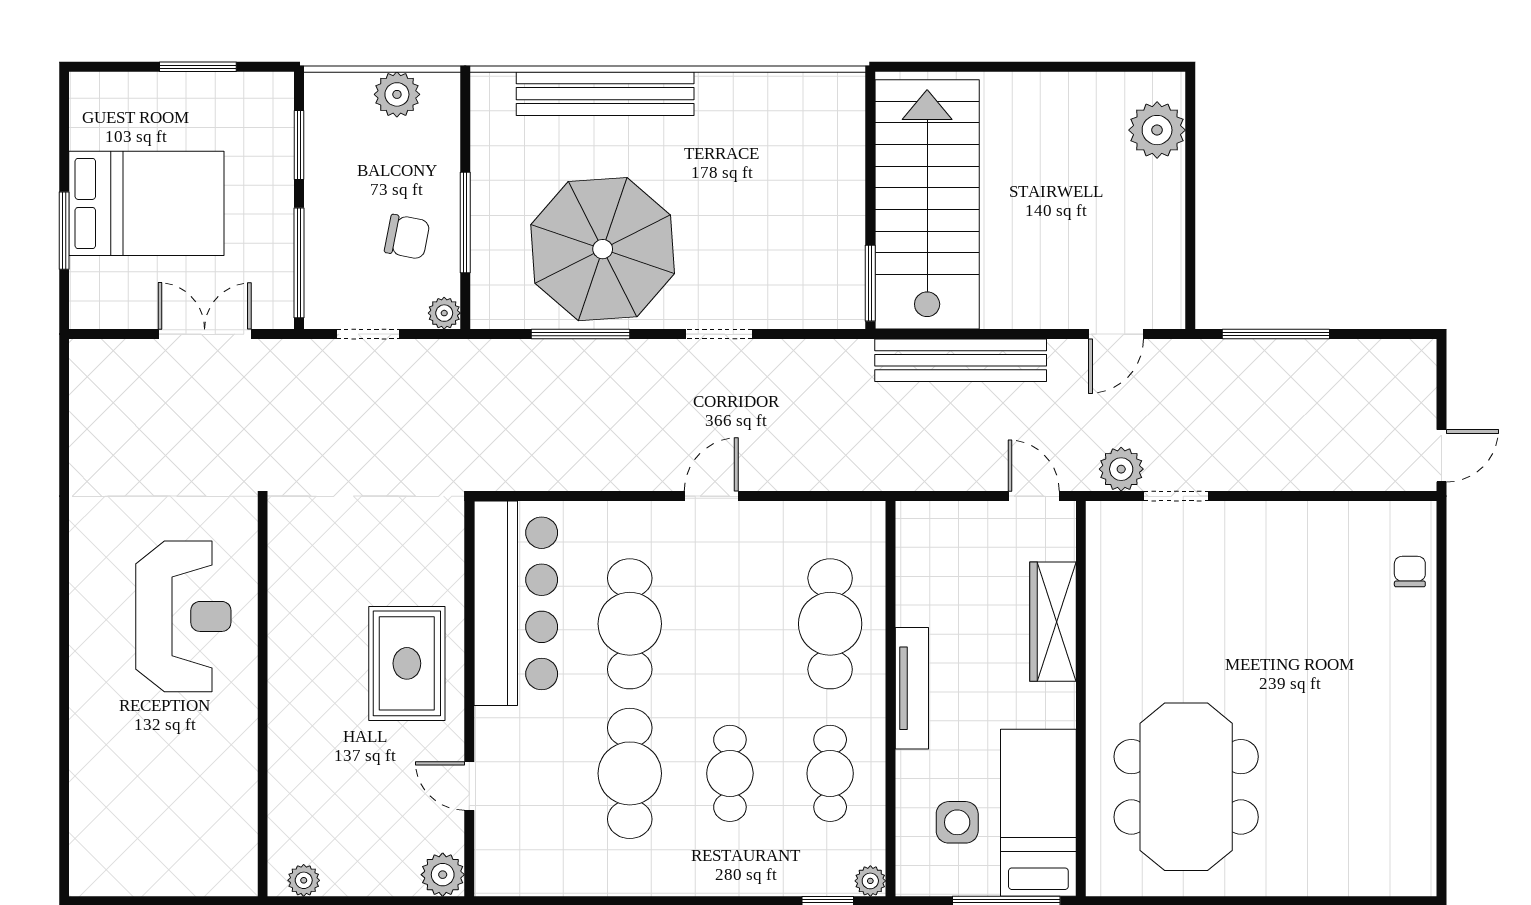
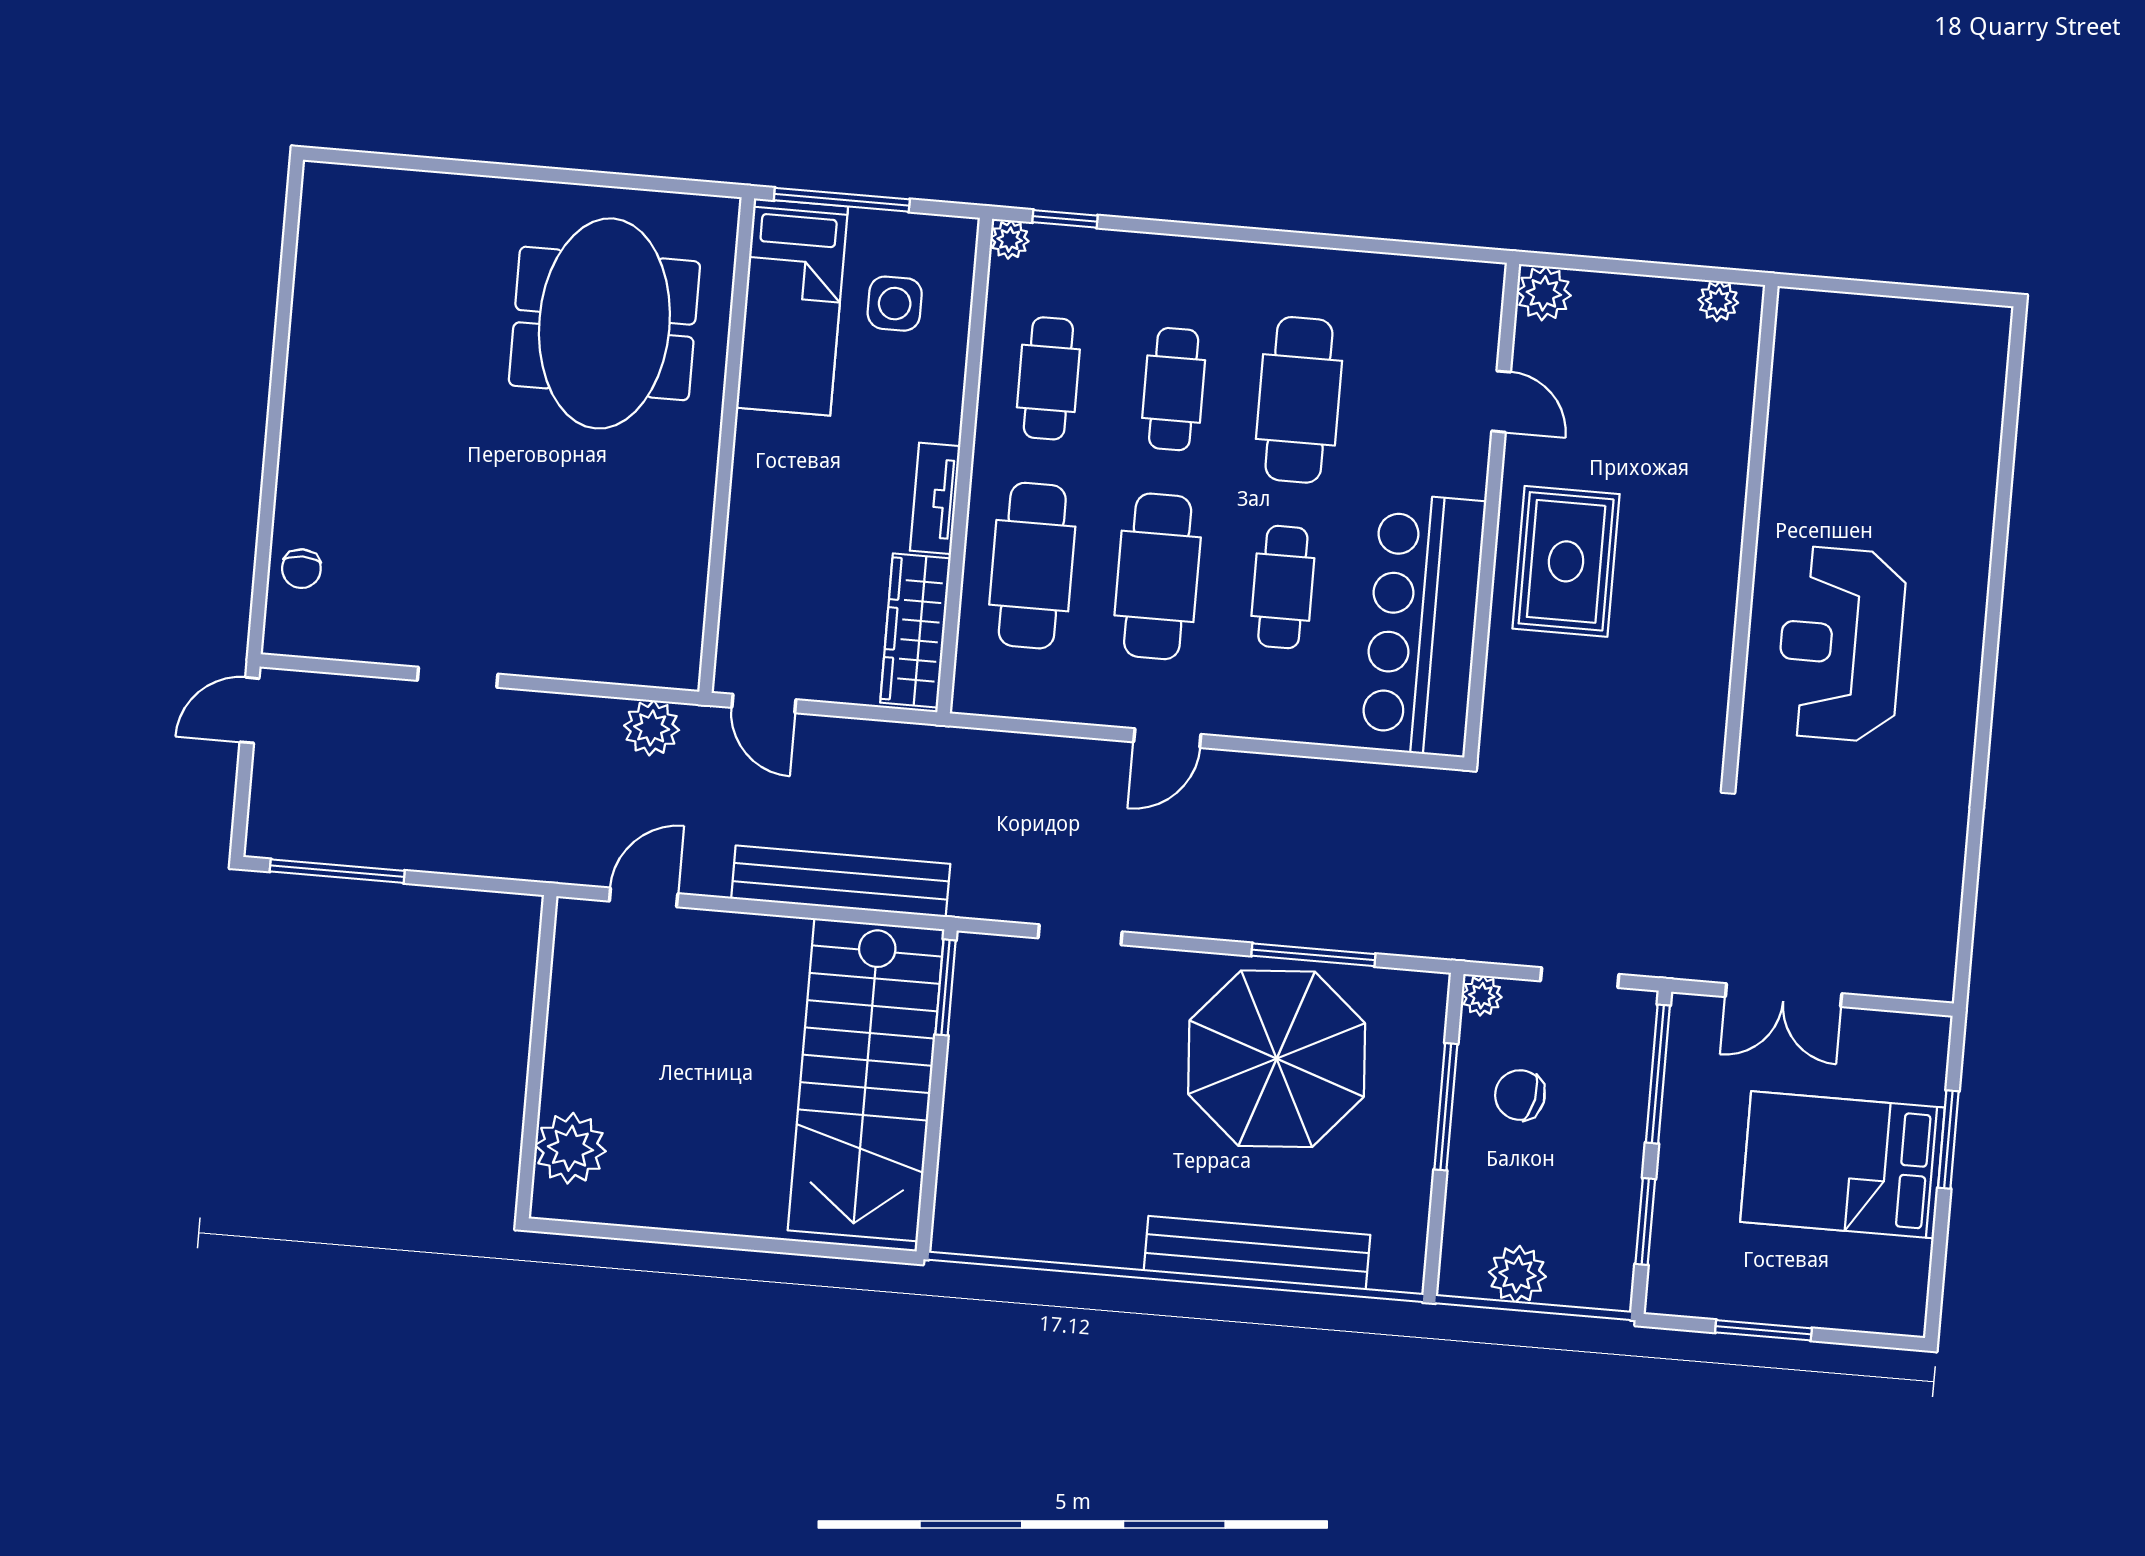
doorway: (719, 334) -> (1080, 935), moved
window: (1276, 334) -> (337, 871), moved
doorway: (1176, 496) -> (458, 677), moved
wardrobe: (1053, 622) -> (915, 630), moved, turned 180
cafe table: (630, 624) -> (1283, 587), width x0.73, depth x0.74
cafe table: (730, 624) -> (1158, 576), added
tv unit: (912, 688) -> (935, 498), width x0.71

